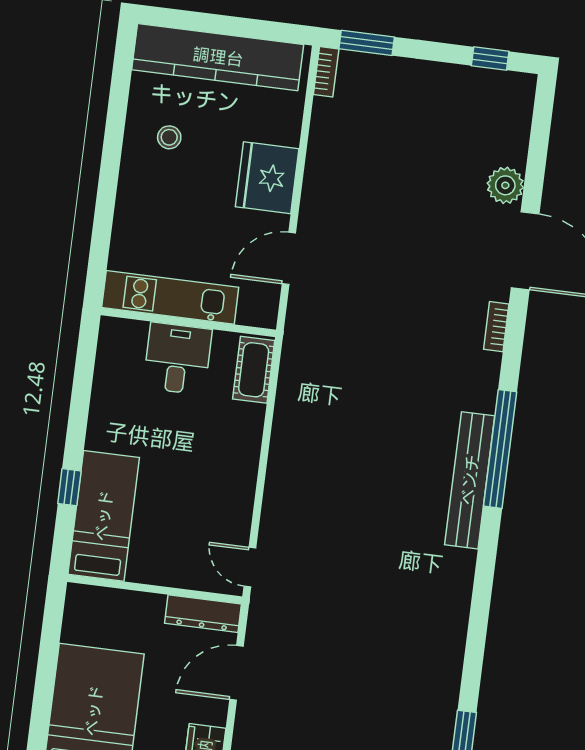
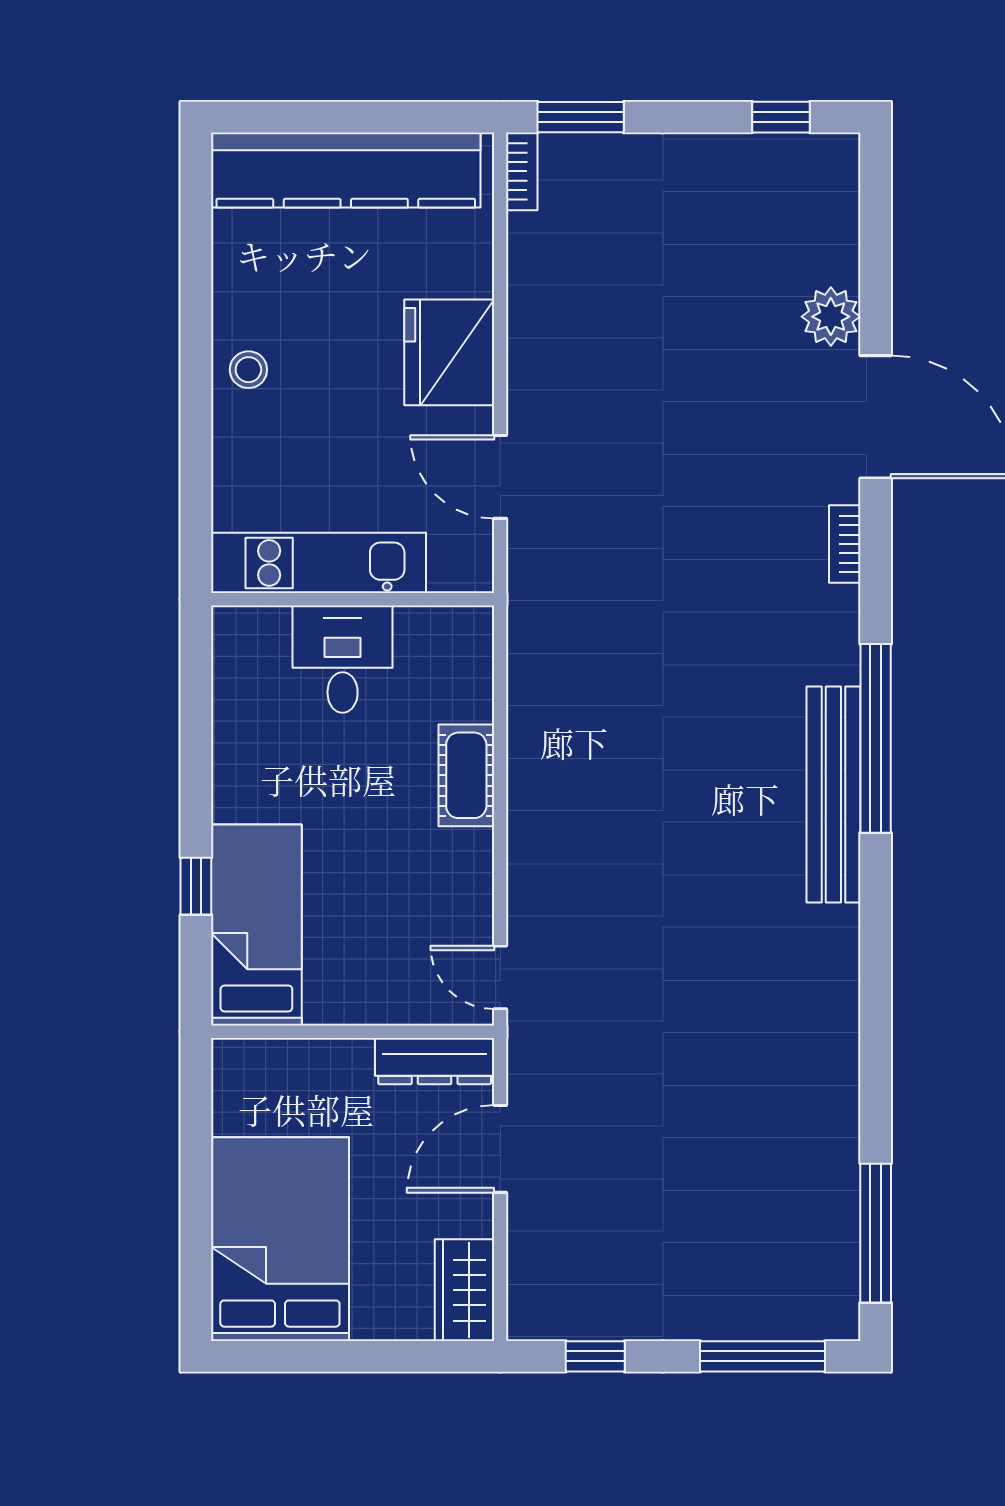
stool: (169, 137) -> (248, 370), moved
door: (289, 258) -> (500, 477), hinge flipped
cot: (254, 370) -> (466, 775), moved

